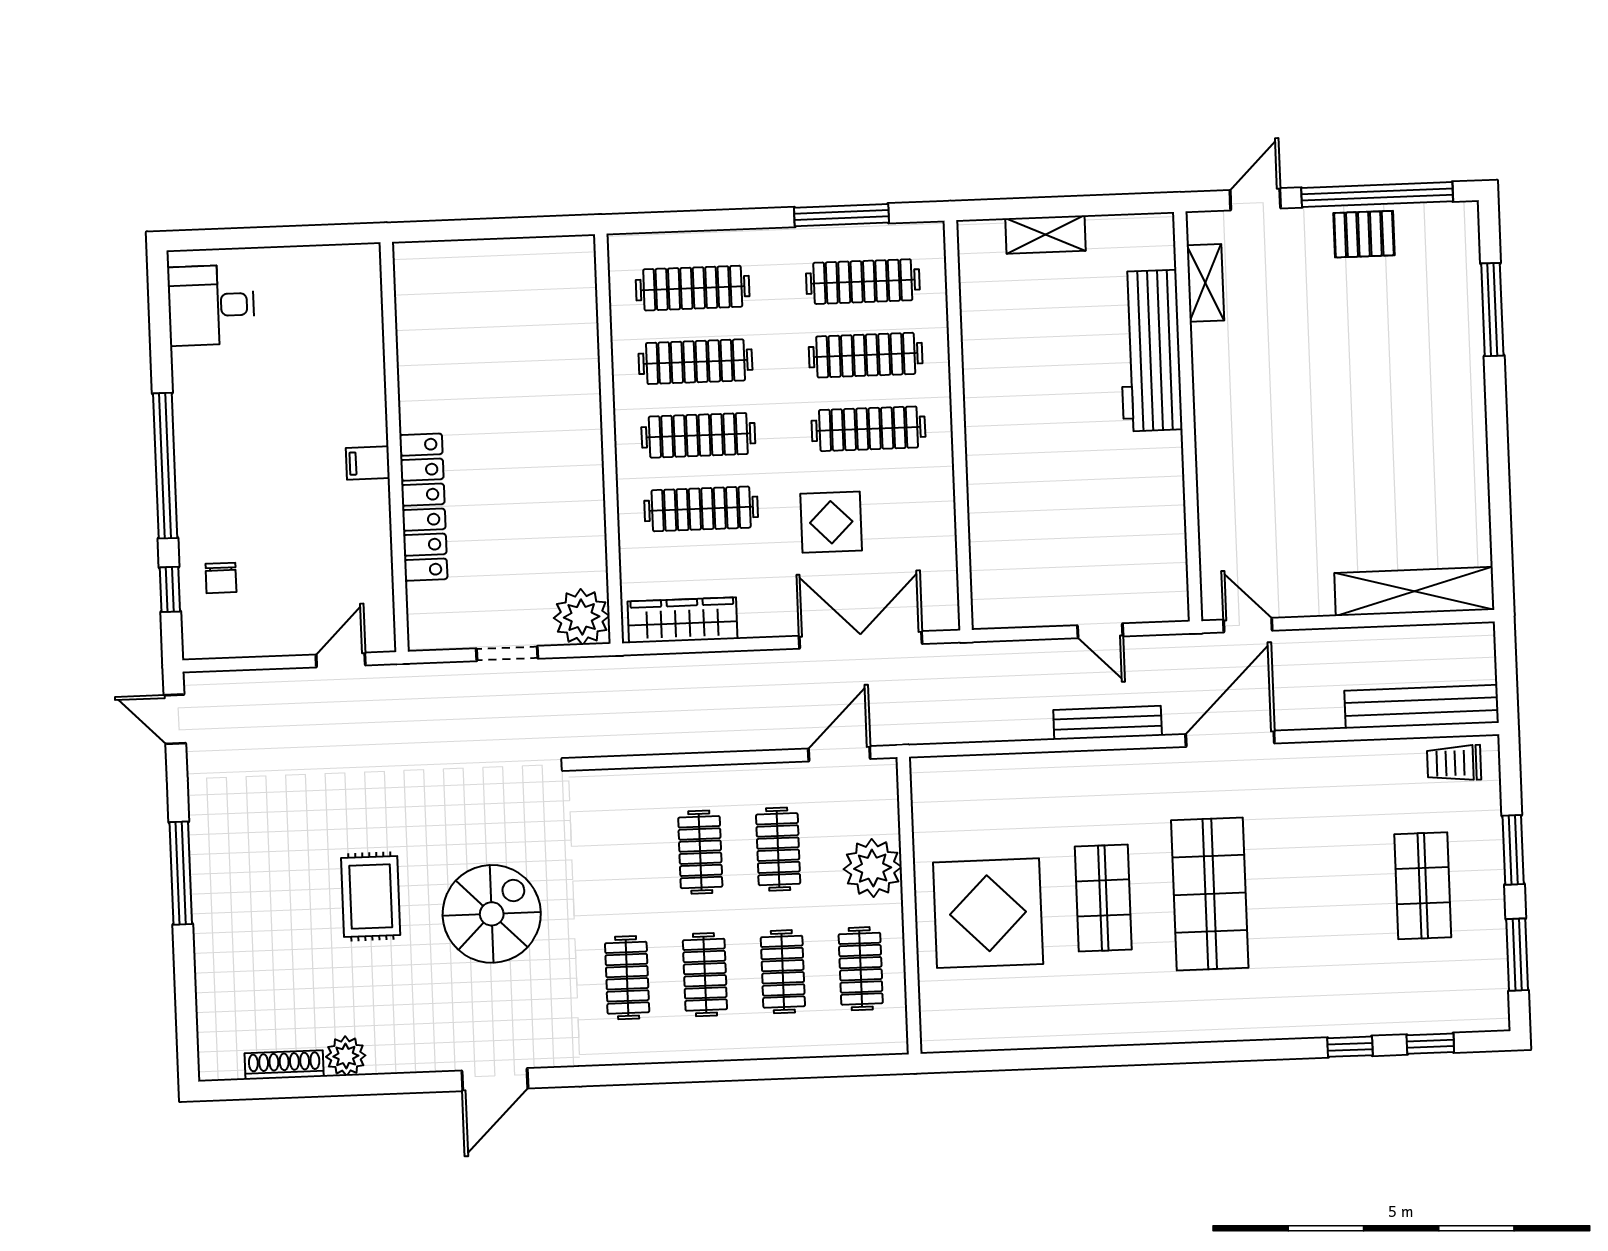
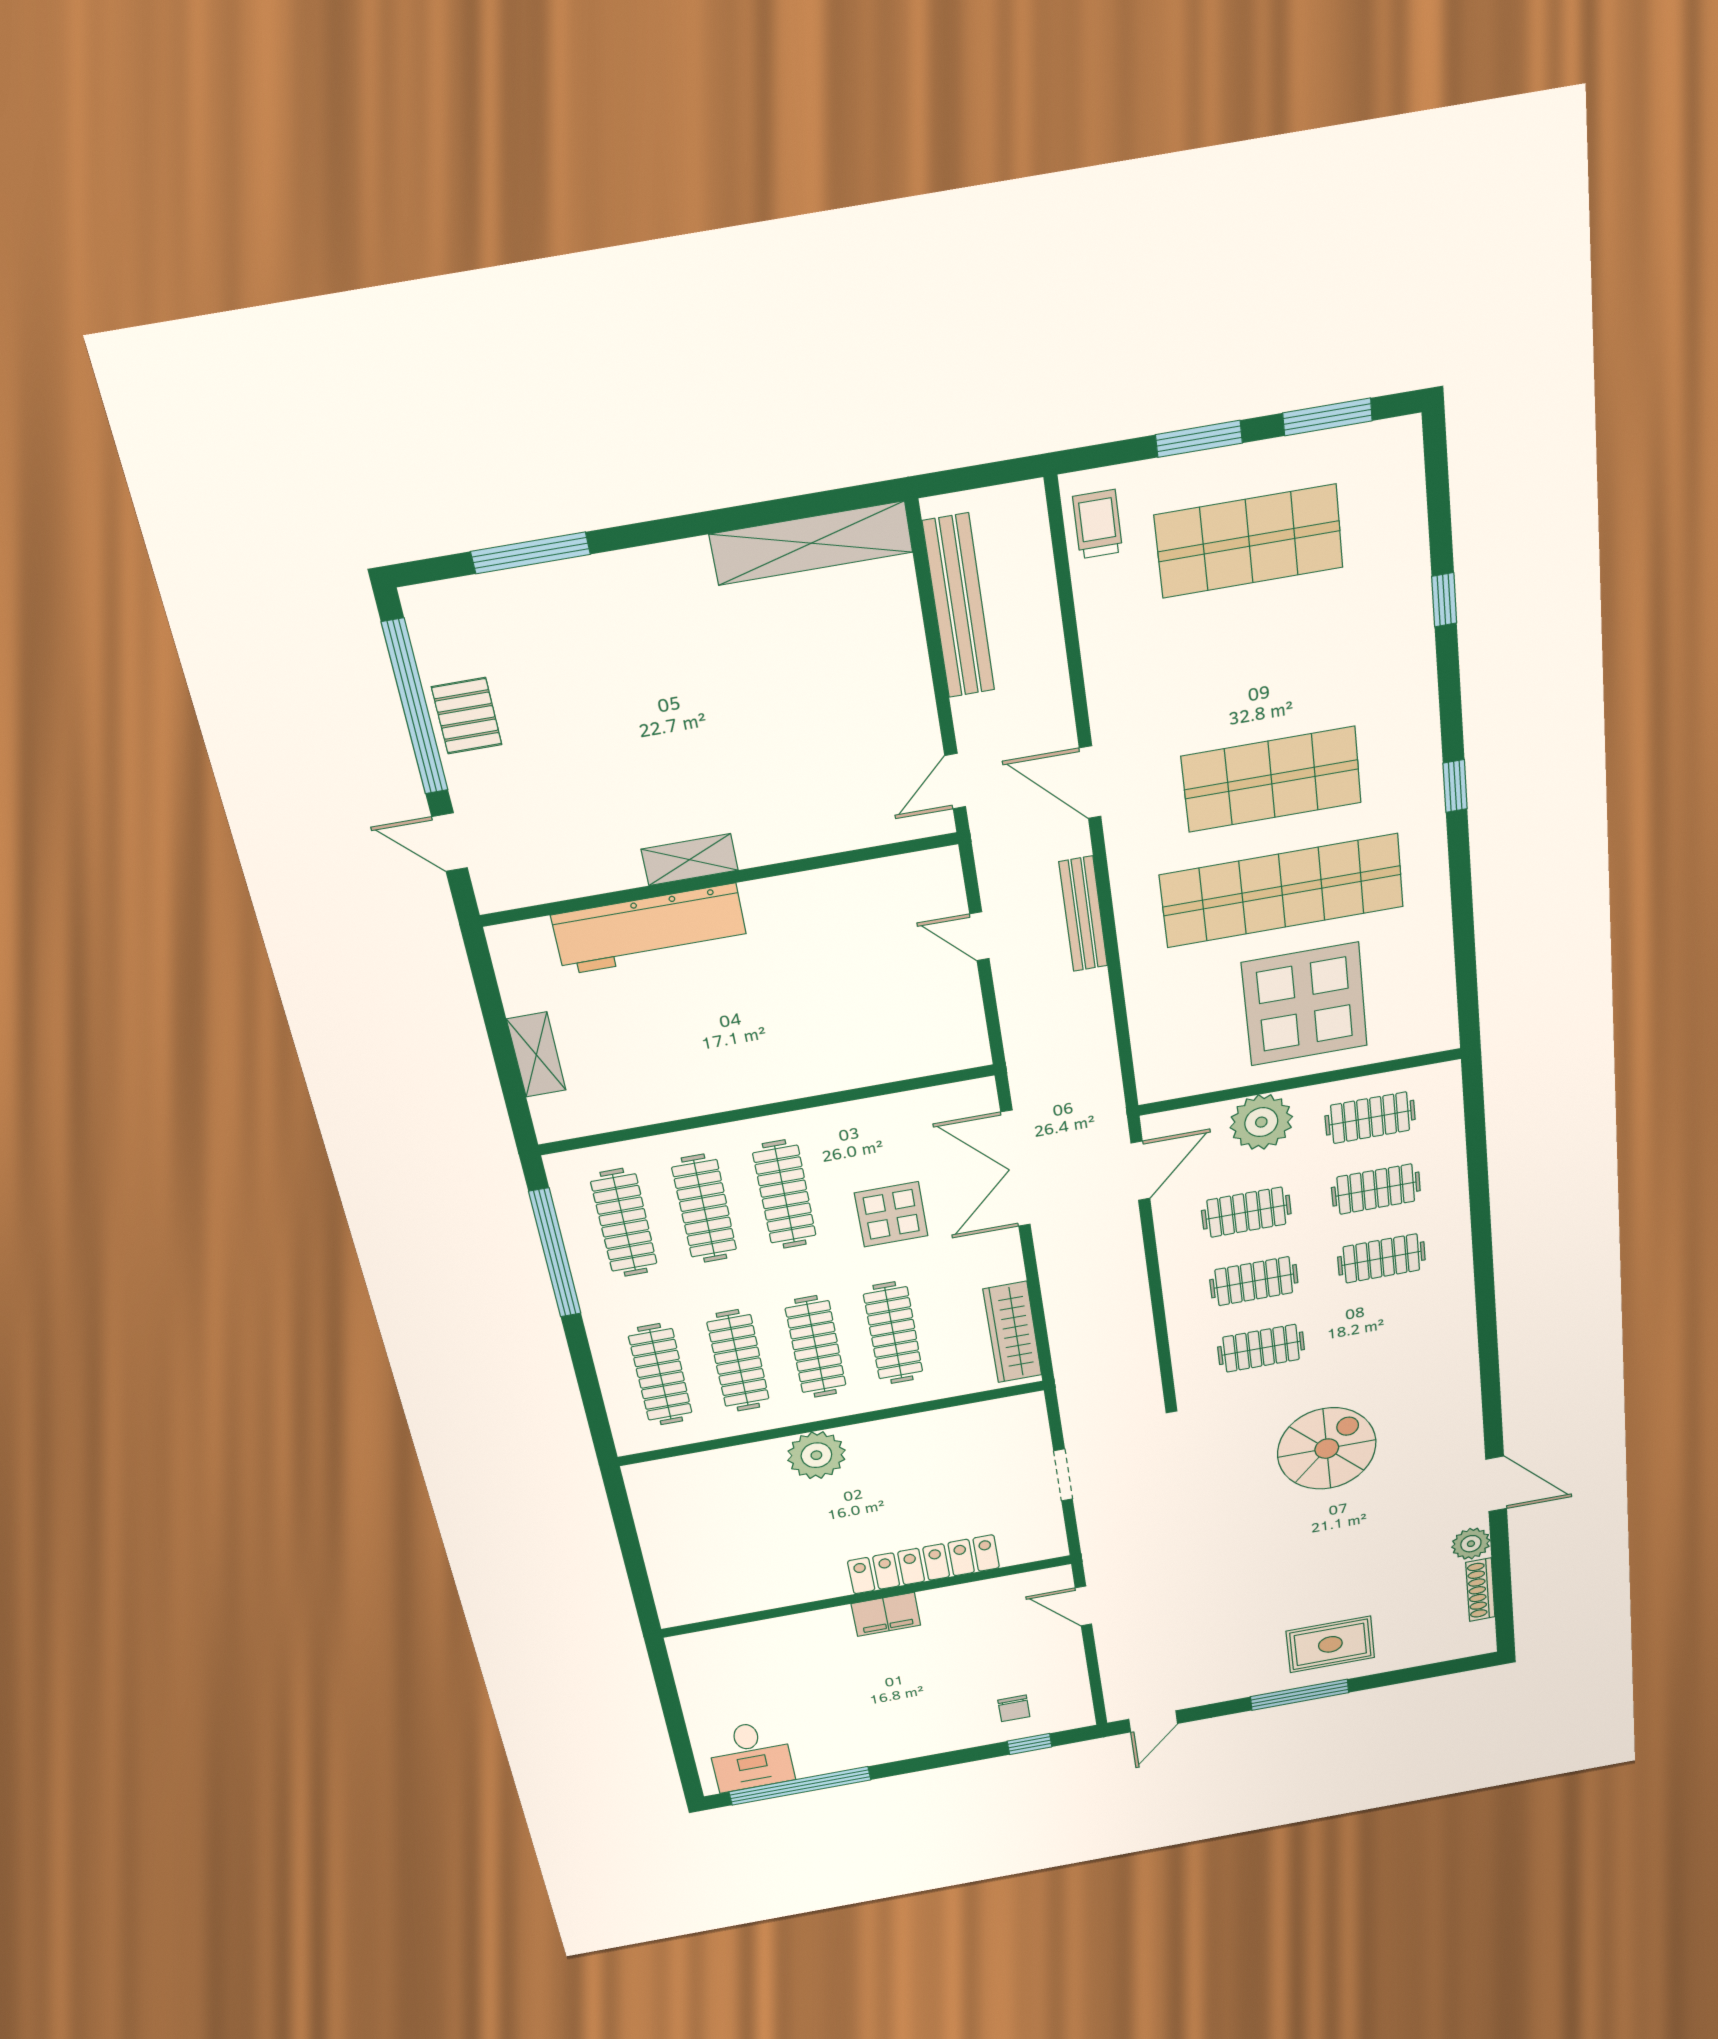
window: (842, 215) -> (555, 1253), width x1.46
shelving: (1205, 283) -> (690, 860), moved
filing cabinet: (368, 463) -> (886, 1614), width x2.00
window: (165, 466) -> (800, 1786), moved
chair: (221, 578) -> (1014, 1708), turned 90
shelving: (1414, 591) -> (811, 543), moved, turned 90
plant: (582, 617) -> (816, 1455), moved
door: (1100, 631) -> (979, 936), swing flipped
bench: (1422, 707) -> (959, 606), moved
door: (1230, 739) -> (1090, 782), width x0.73
door: (839, 754) -> (1140, 1171), swing flipped
trolley: (1454, 763) -> (1098, 524), turned 180
shop shelf: (1423, 886) -> (1249, 541), width x1.43, depth x1.36
rug: (371, 896) -> (1330, 1644), moved
shop shelf: (1103, 898) -> (1282, 891), width x2.00, depth x1.36
spiral stairs: (492, 914) -> (1327, 1449), turned 90
clothes rail: (627, 978) -> (1261, 1348), moved
window: (1430, 1044) -> (1455, 786), moved
door: (495, 1080) -> (1496, 1484), moved

